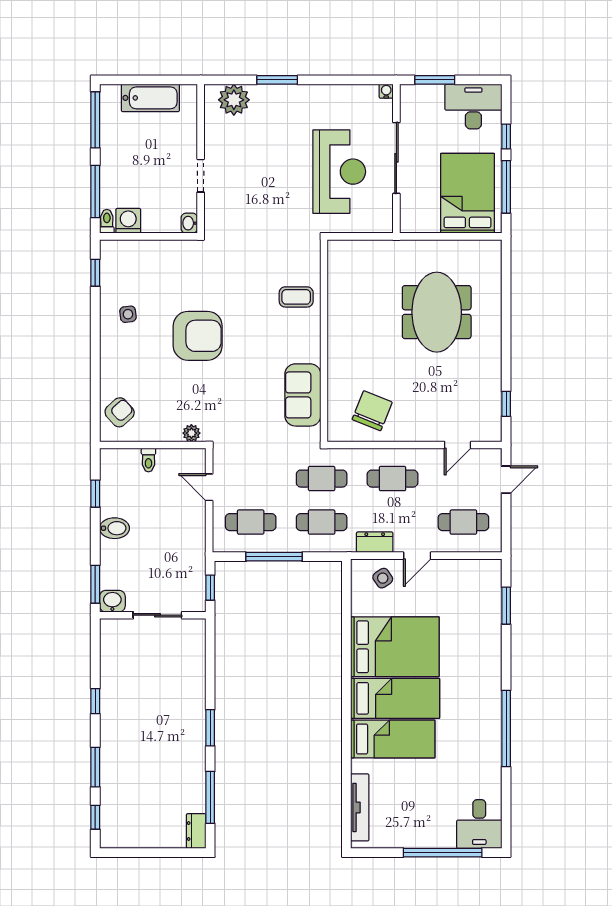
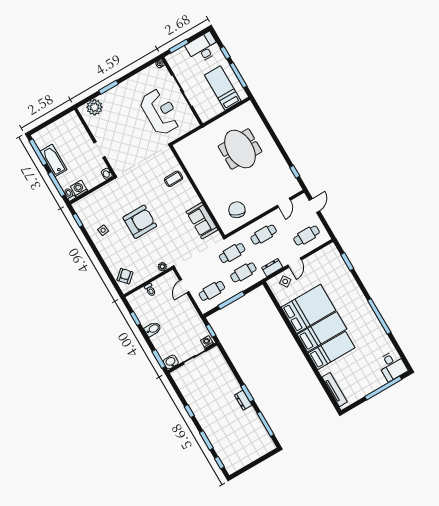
bathtub: (150, 98) -> (53, 160), moved, turned -90
bed: (467, 193) -> (223, 88), width x0.67
door: (209, 487) -> (184, 286), hinge flipped
washing machine: (192, 603) -> (207, 342), added
dresser: (196, 831) -> (243, 400), moved

